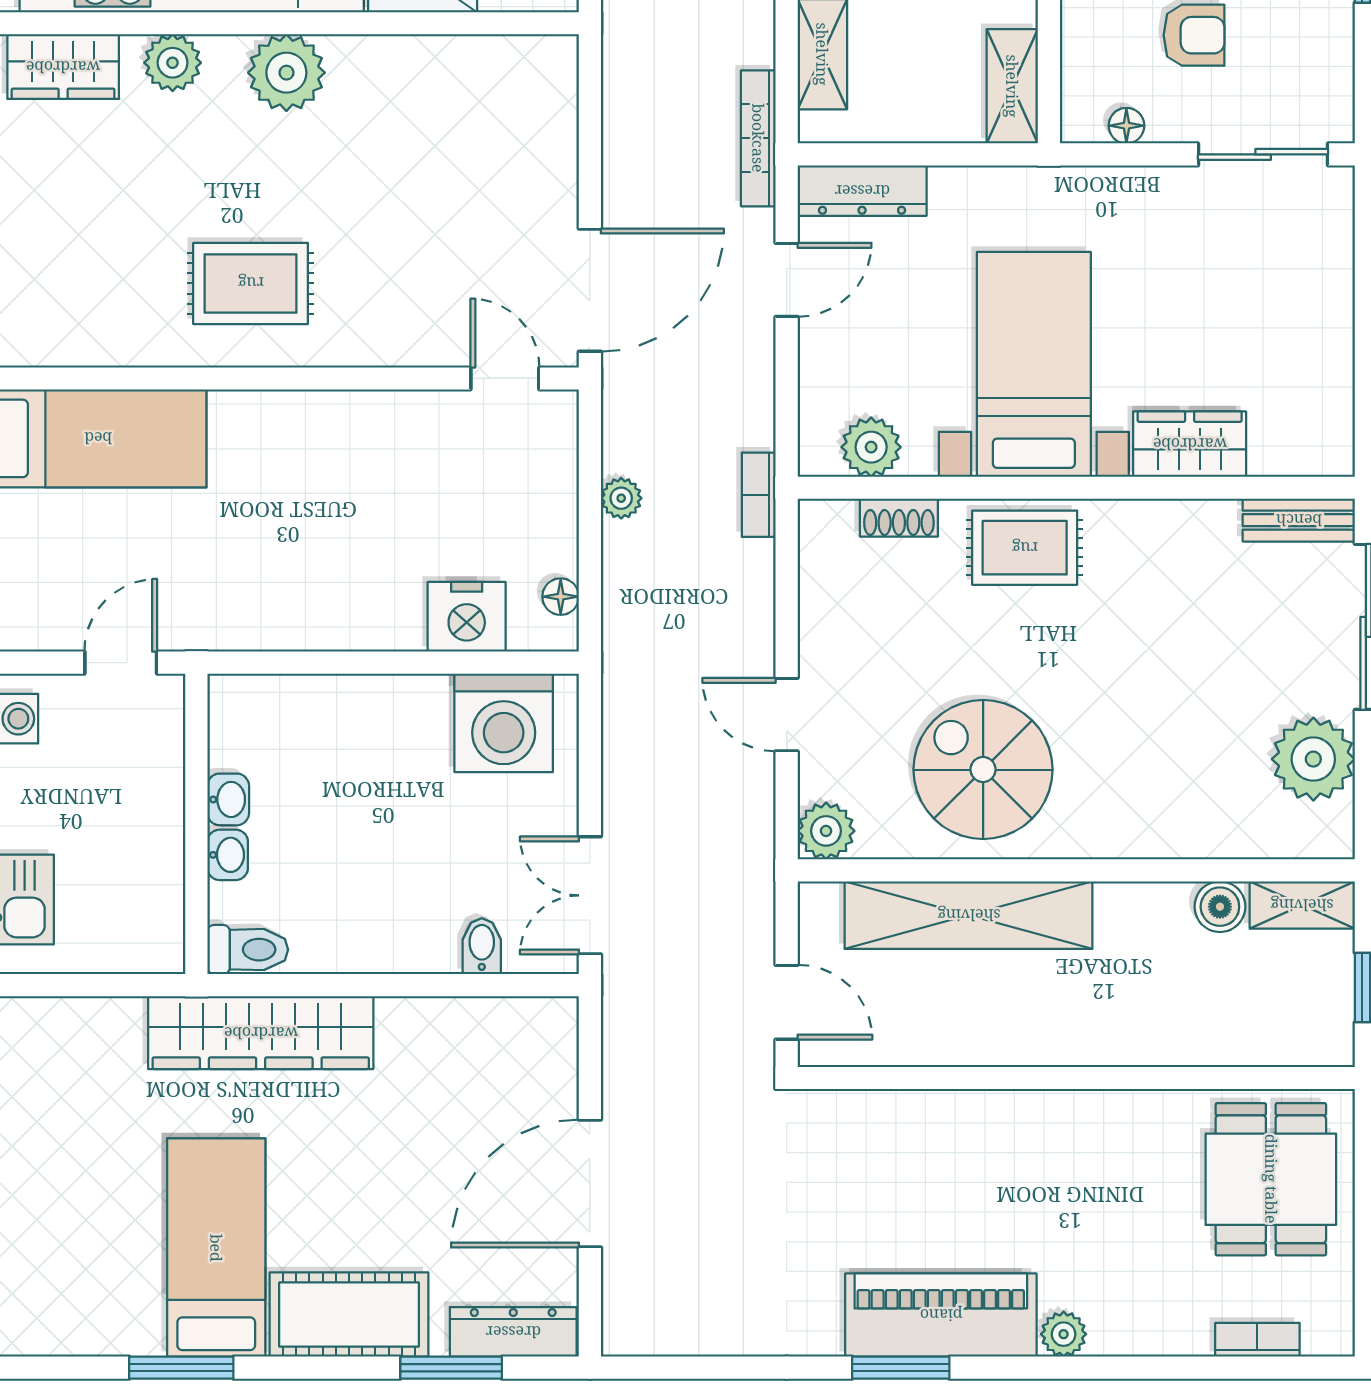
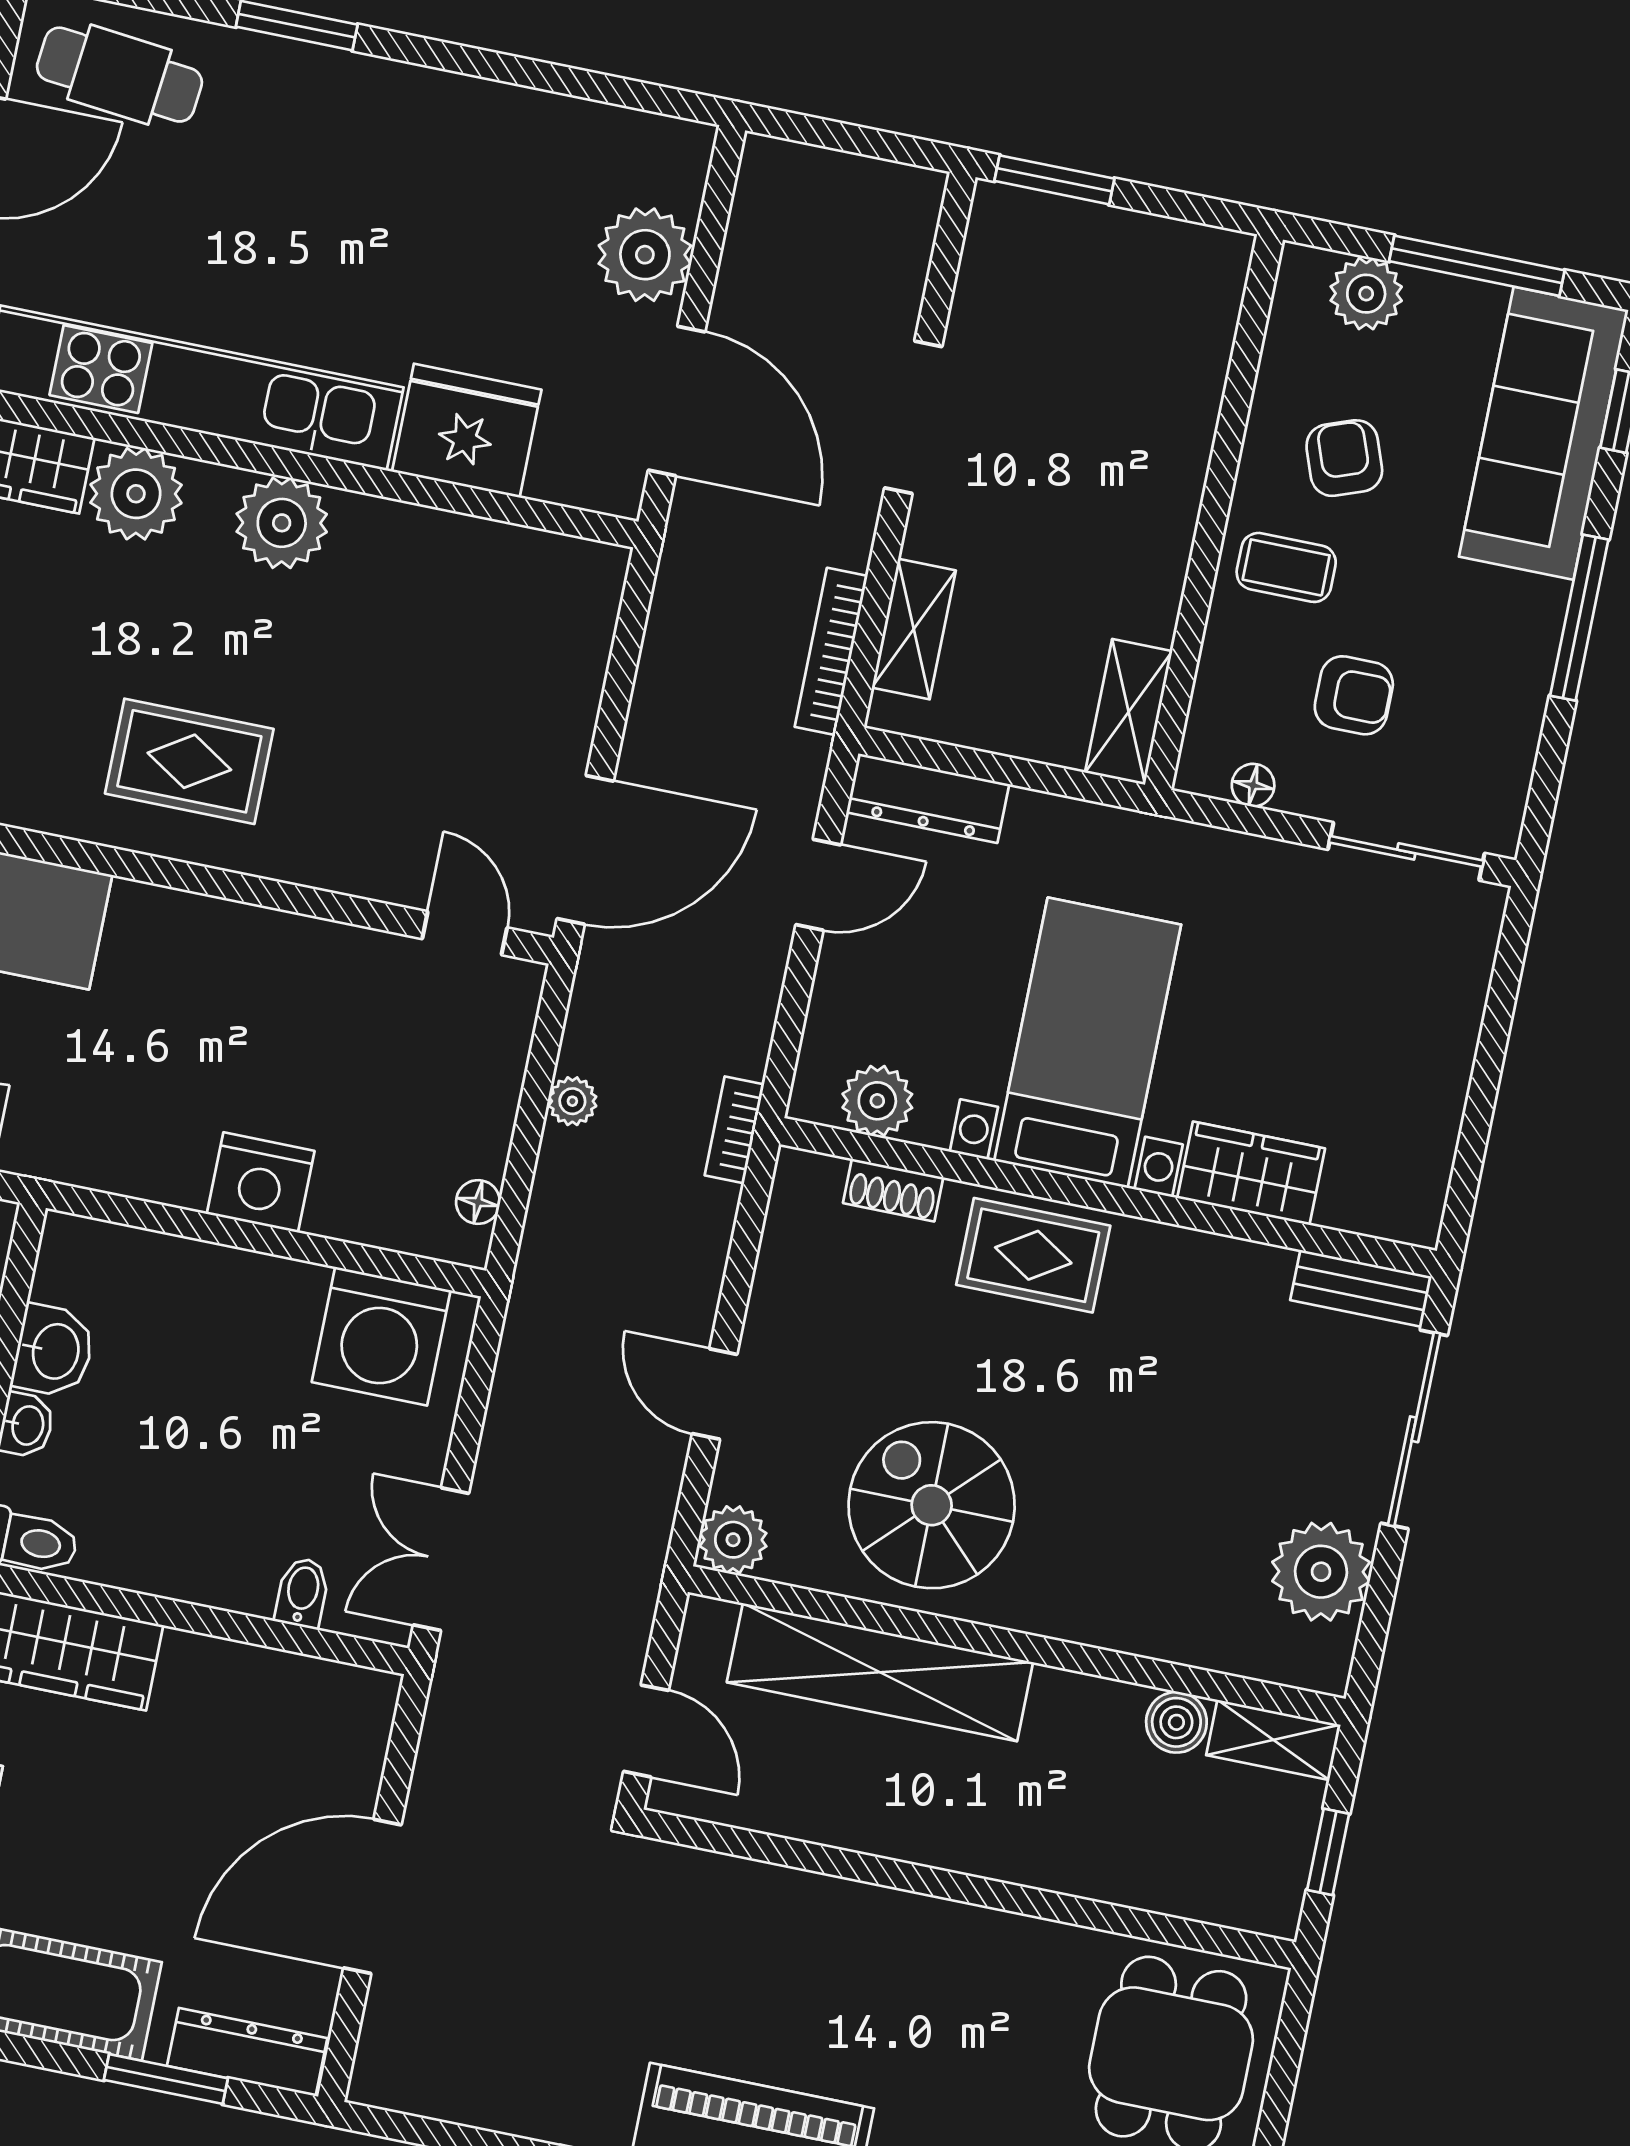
plant: (173, 63) -> (136, 494), width x1.36, depth x1.36
bookcase: (758, 138) -> (831, 651), moved
nightstand: (467, 617) -> (261, 1182), moved
washbasin: (228, 799) -> (54, 1351), width x1.38, depth x1.45

